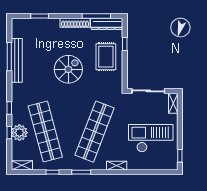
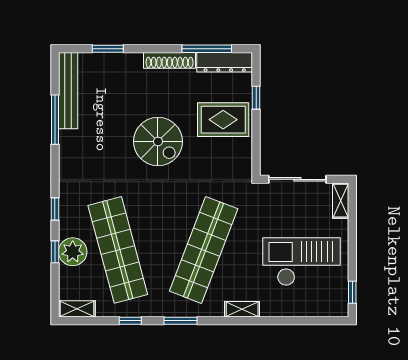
rug: (106, 57) -> (223, 120), turned 90
bench: (17, 60) -> (68, 91), moved
spiral stairs: (68, 69) -> (158, 141), turned 90

